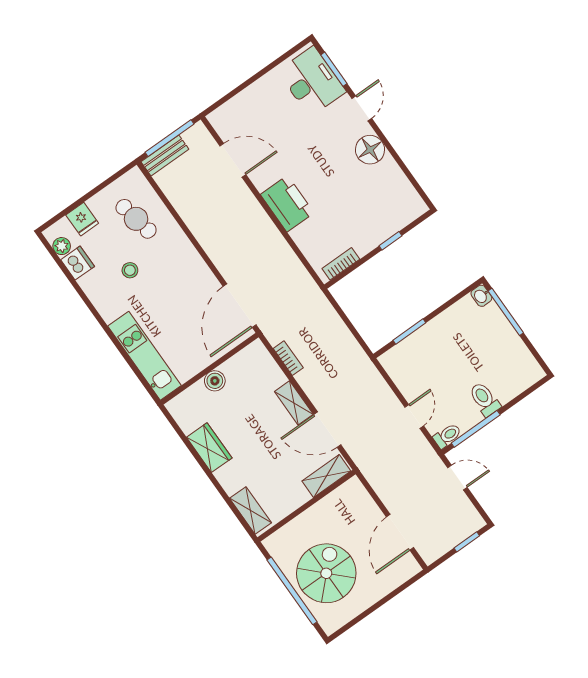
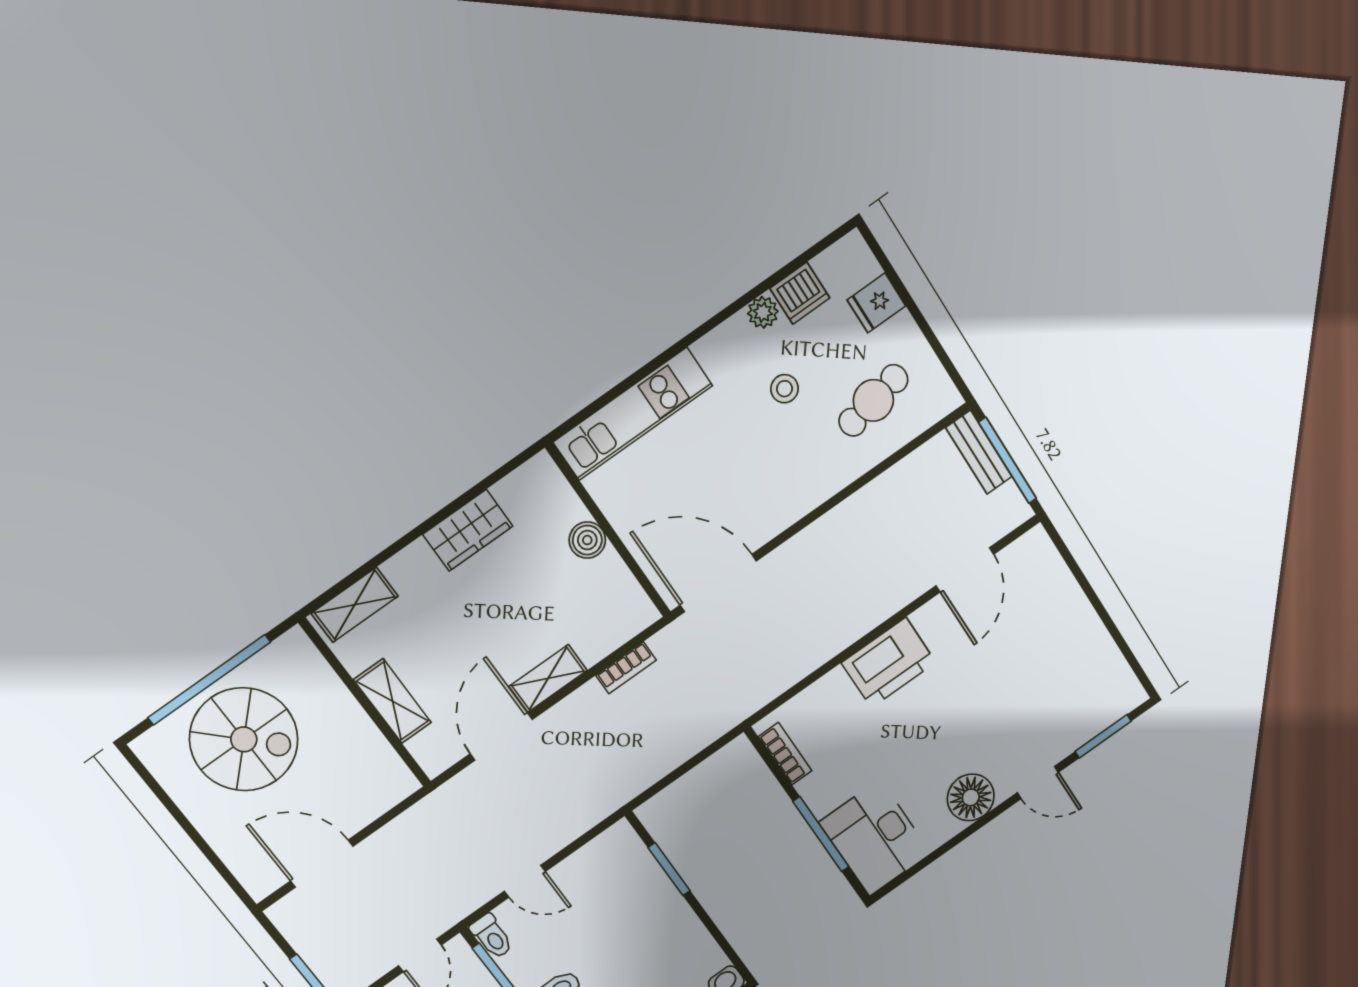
desk: (312, 81) -> (875, 838), moved, turned 90
window: (390, 241) -> (821, 834), width x2.17
plant: (62, 246) -> (763, 312), moved
shelving: (326, 476) -> (392, 701), moved

